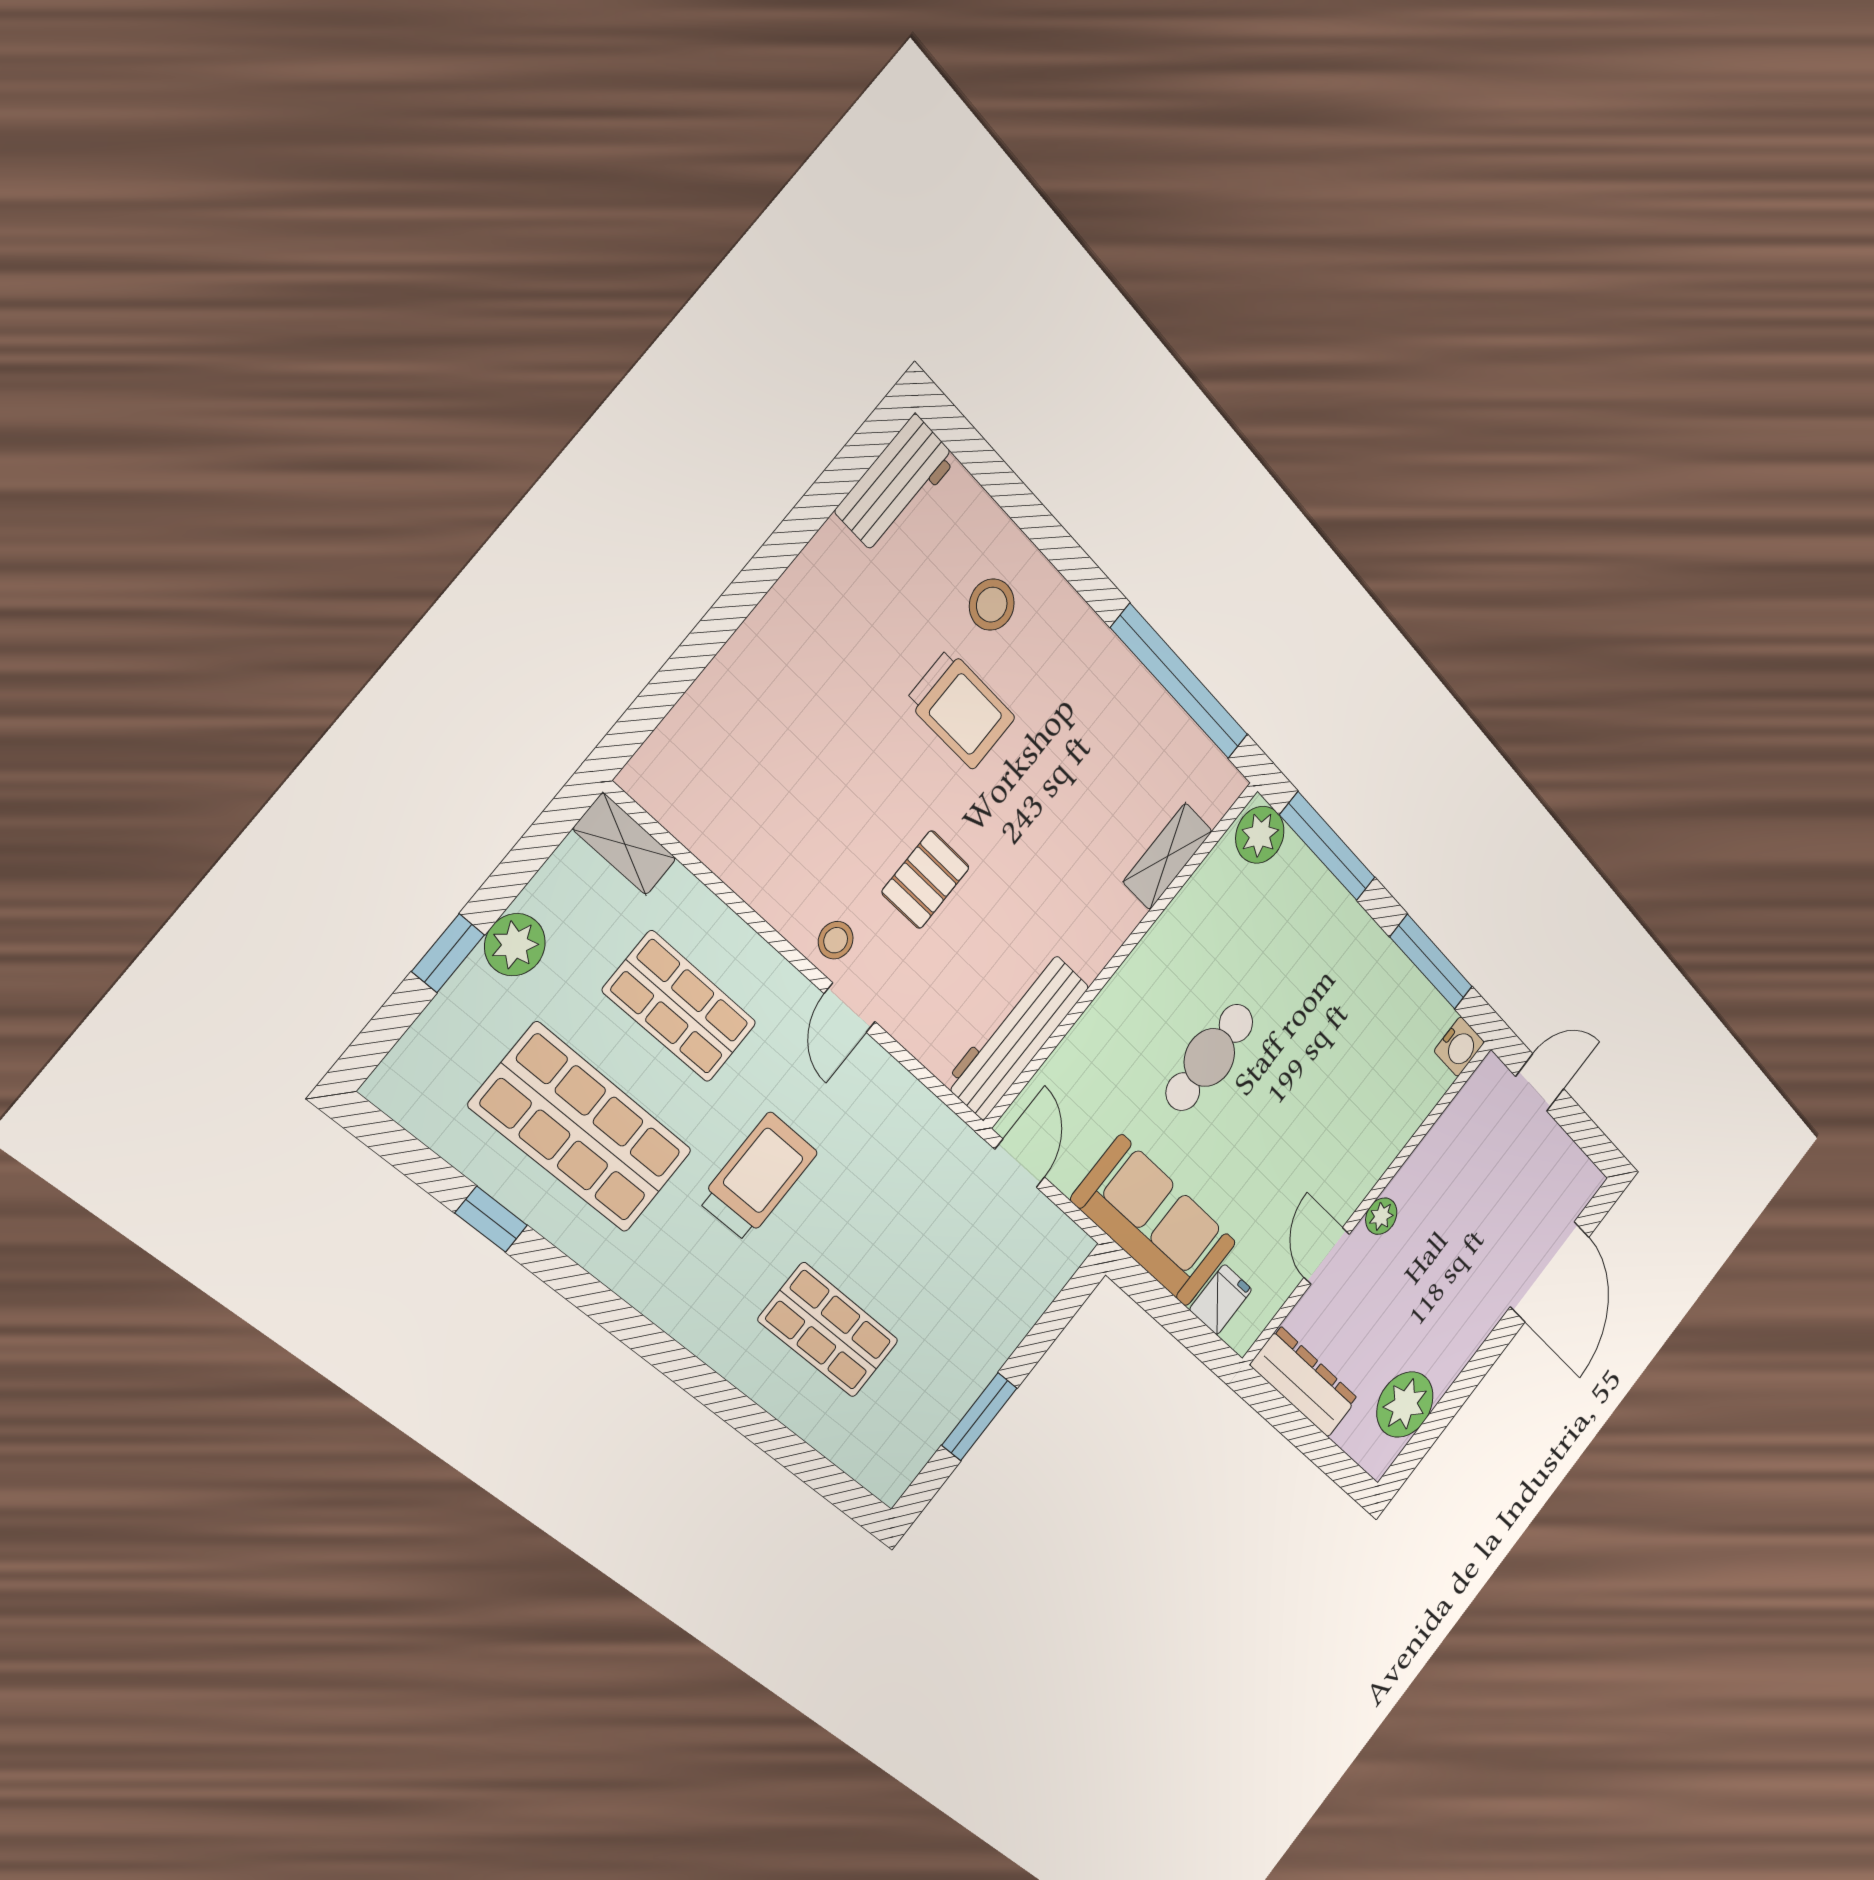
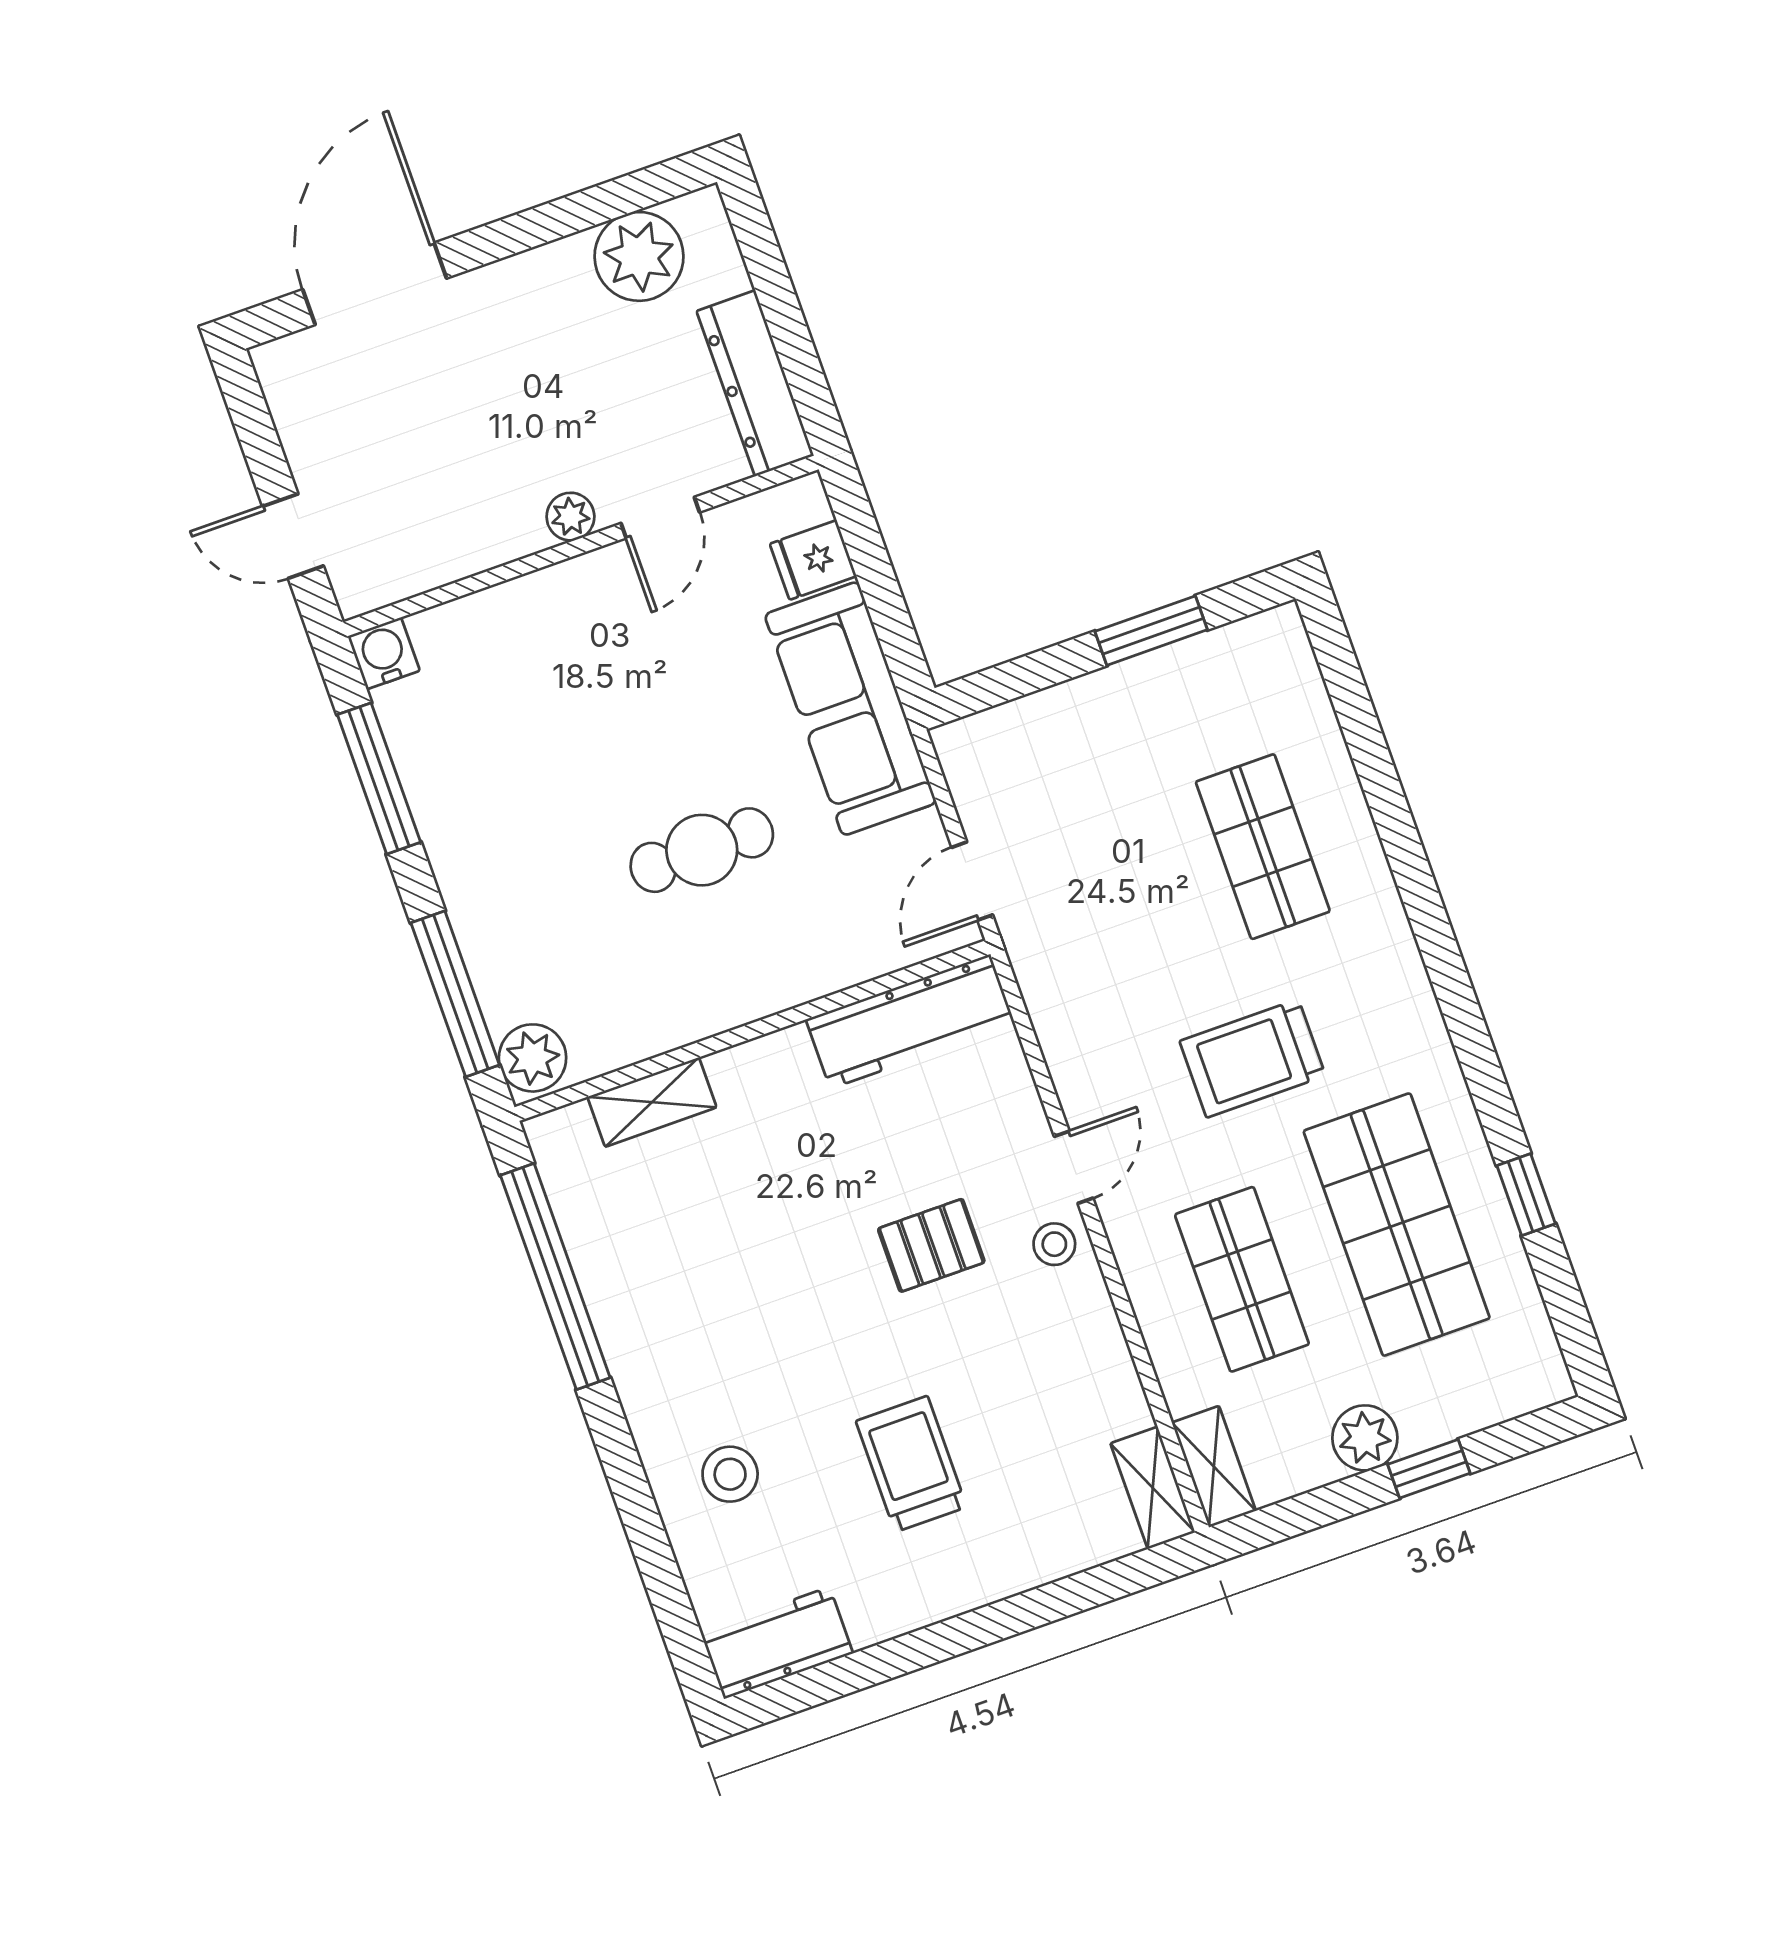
trolley: (961, 709) -> (911, 1464), moved
shelving: (665, 796) -> (1153, 1488), added

